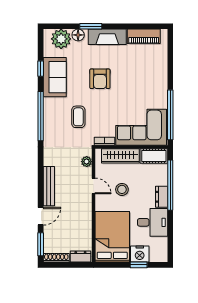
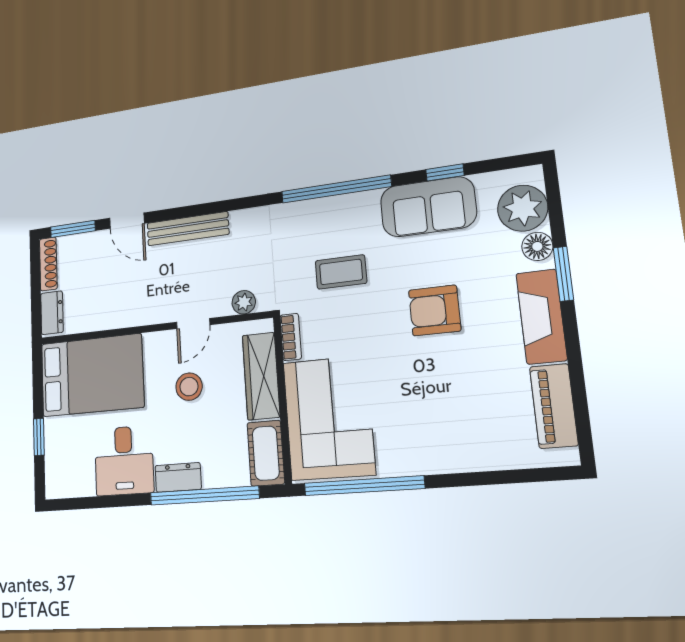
nightstand: (140, 254) -> (60, 437), removed

